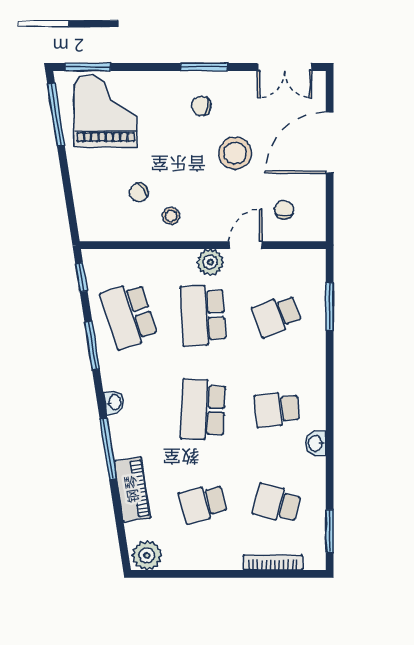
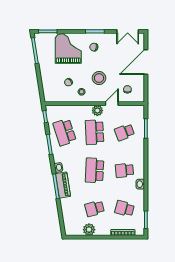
grand piano: (106, 111) -> (68, 49), moved
stool: (235, 153) -> (99, 78), moved
piano: (132, 489) -> (63, 185), moved
plant: (147, 555) -> (89, 230), moved

